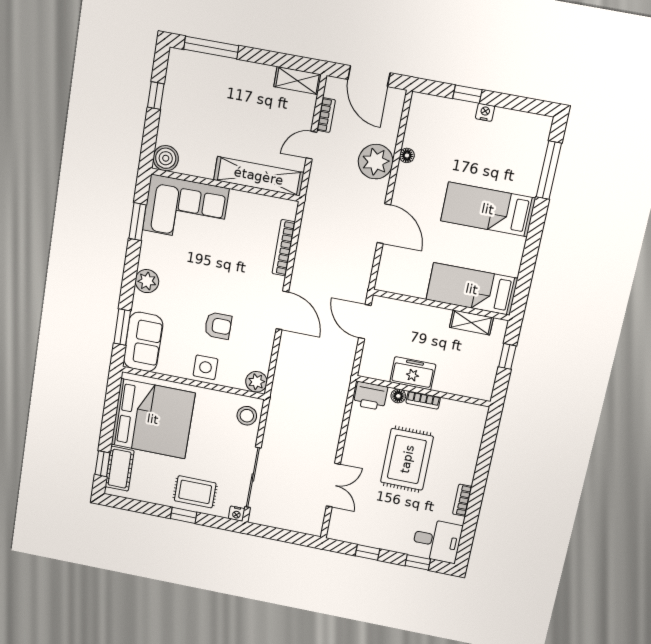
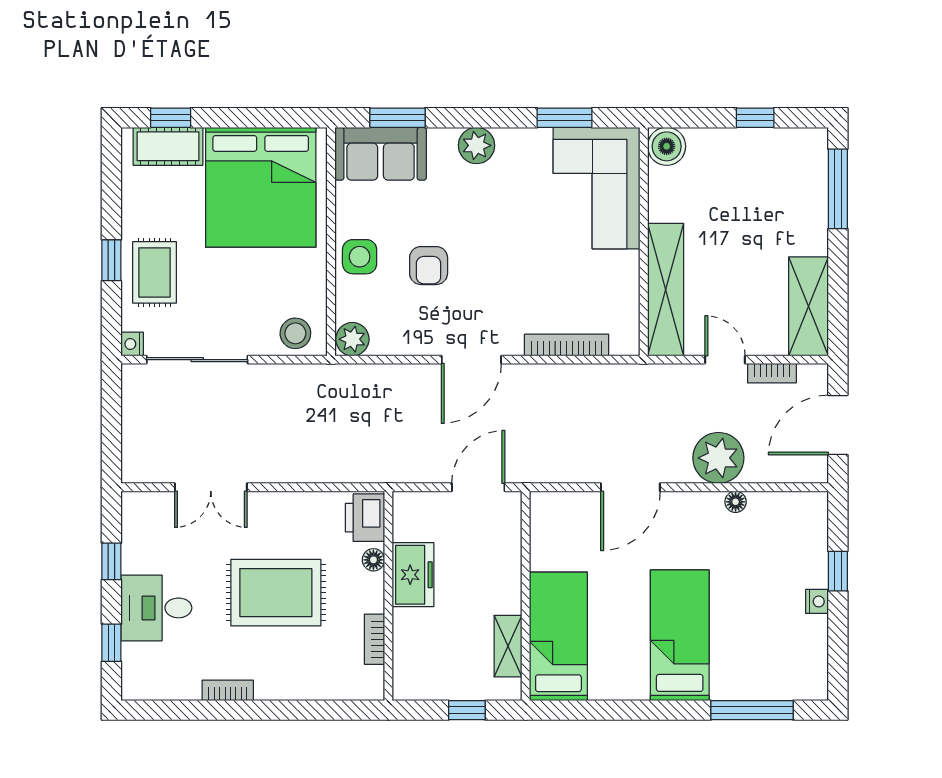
shelving: (298, 81) -> (808, 306), width x1.50, depth x1.33
bookcase: (423, 400) -> (375, 639), moved
desk: (437, 541) -> (156, 608), moved, turned 90

